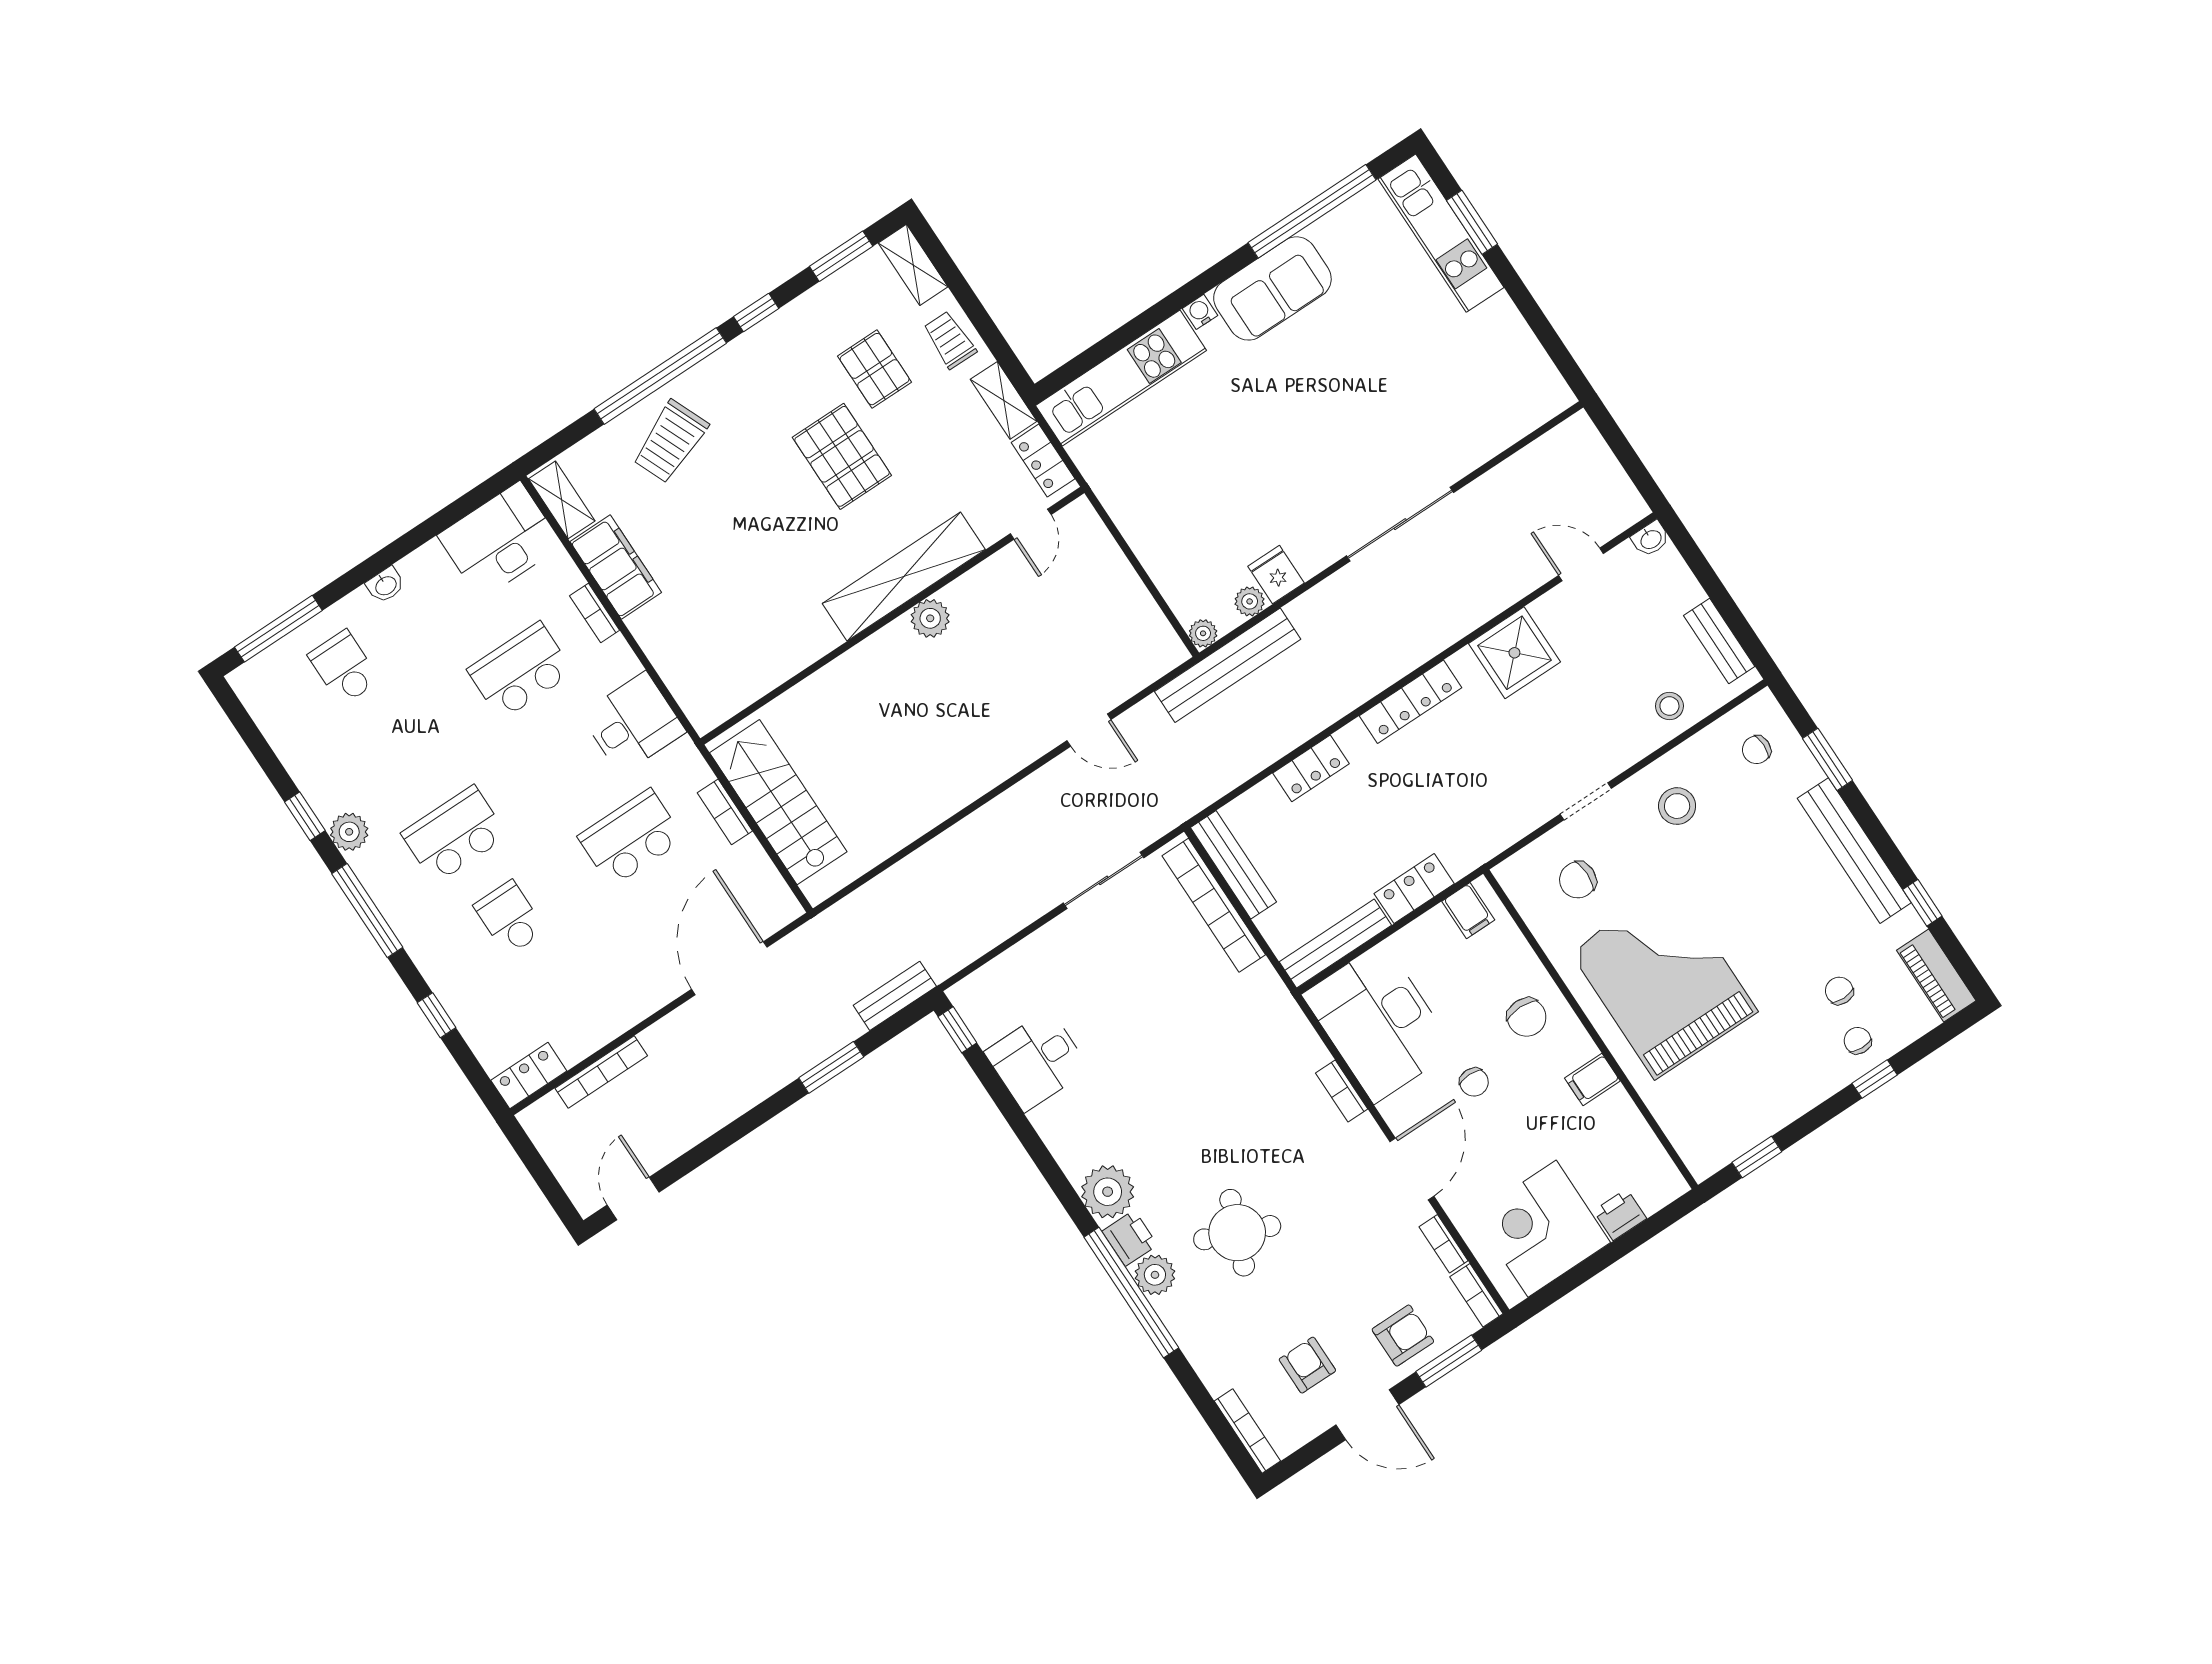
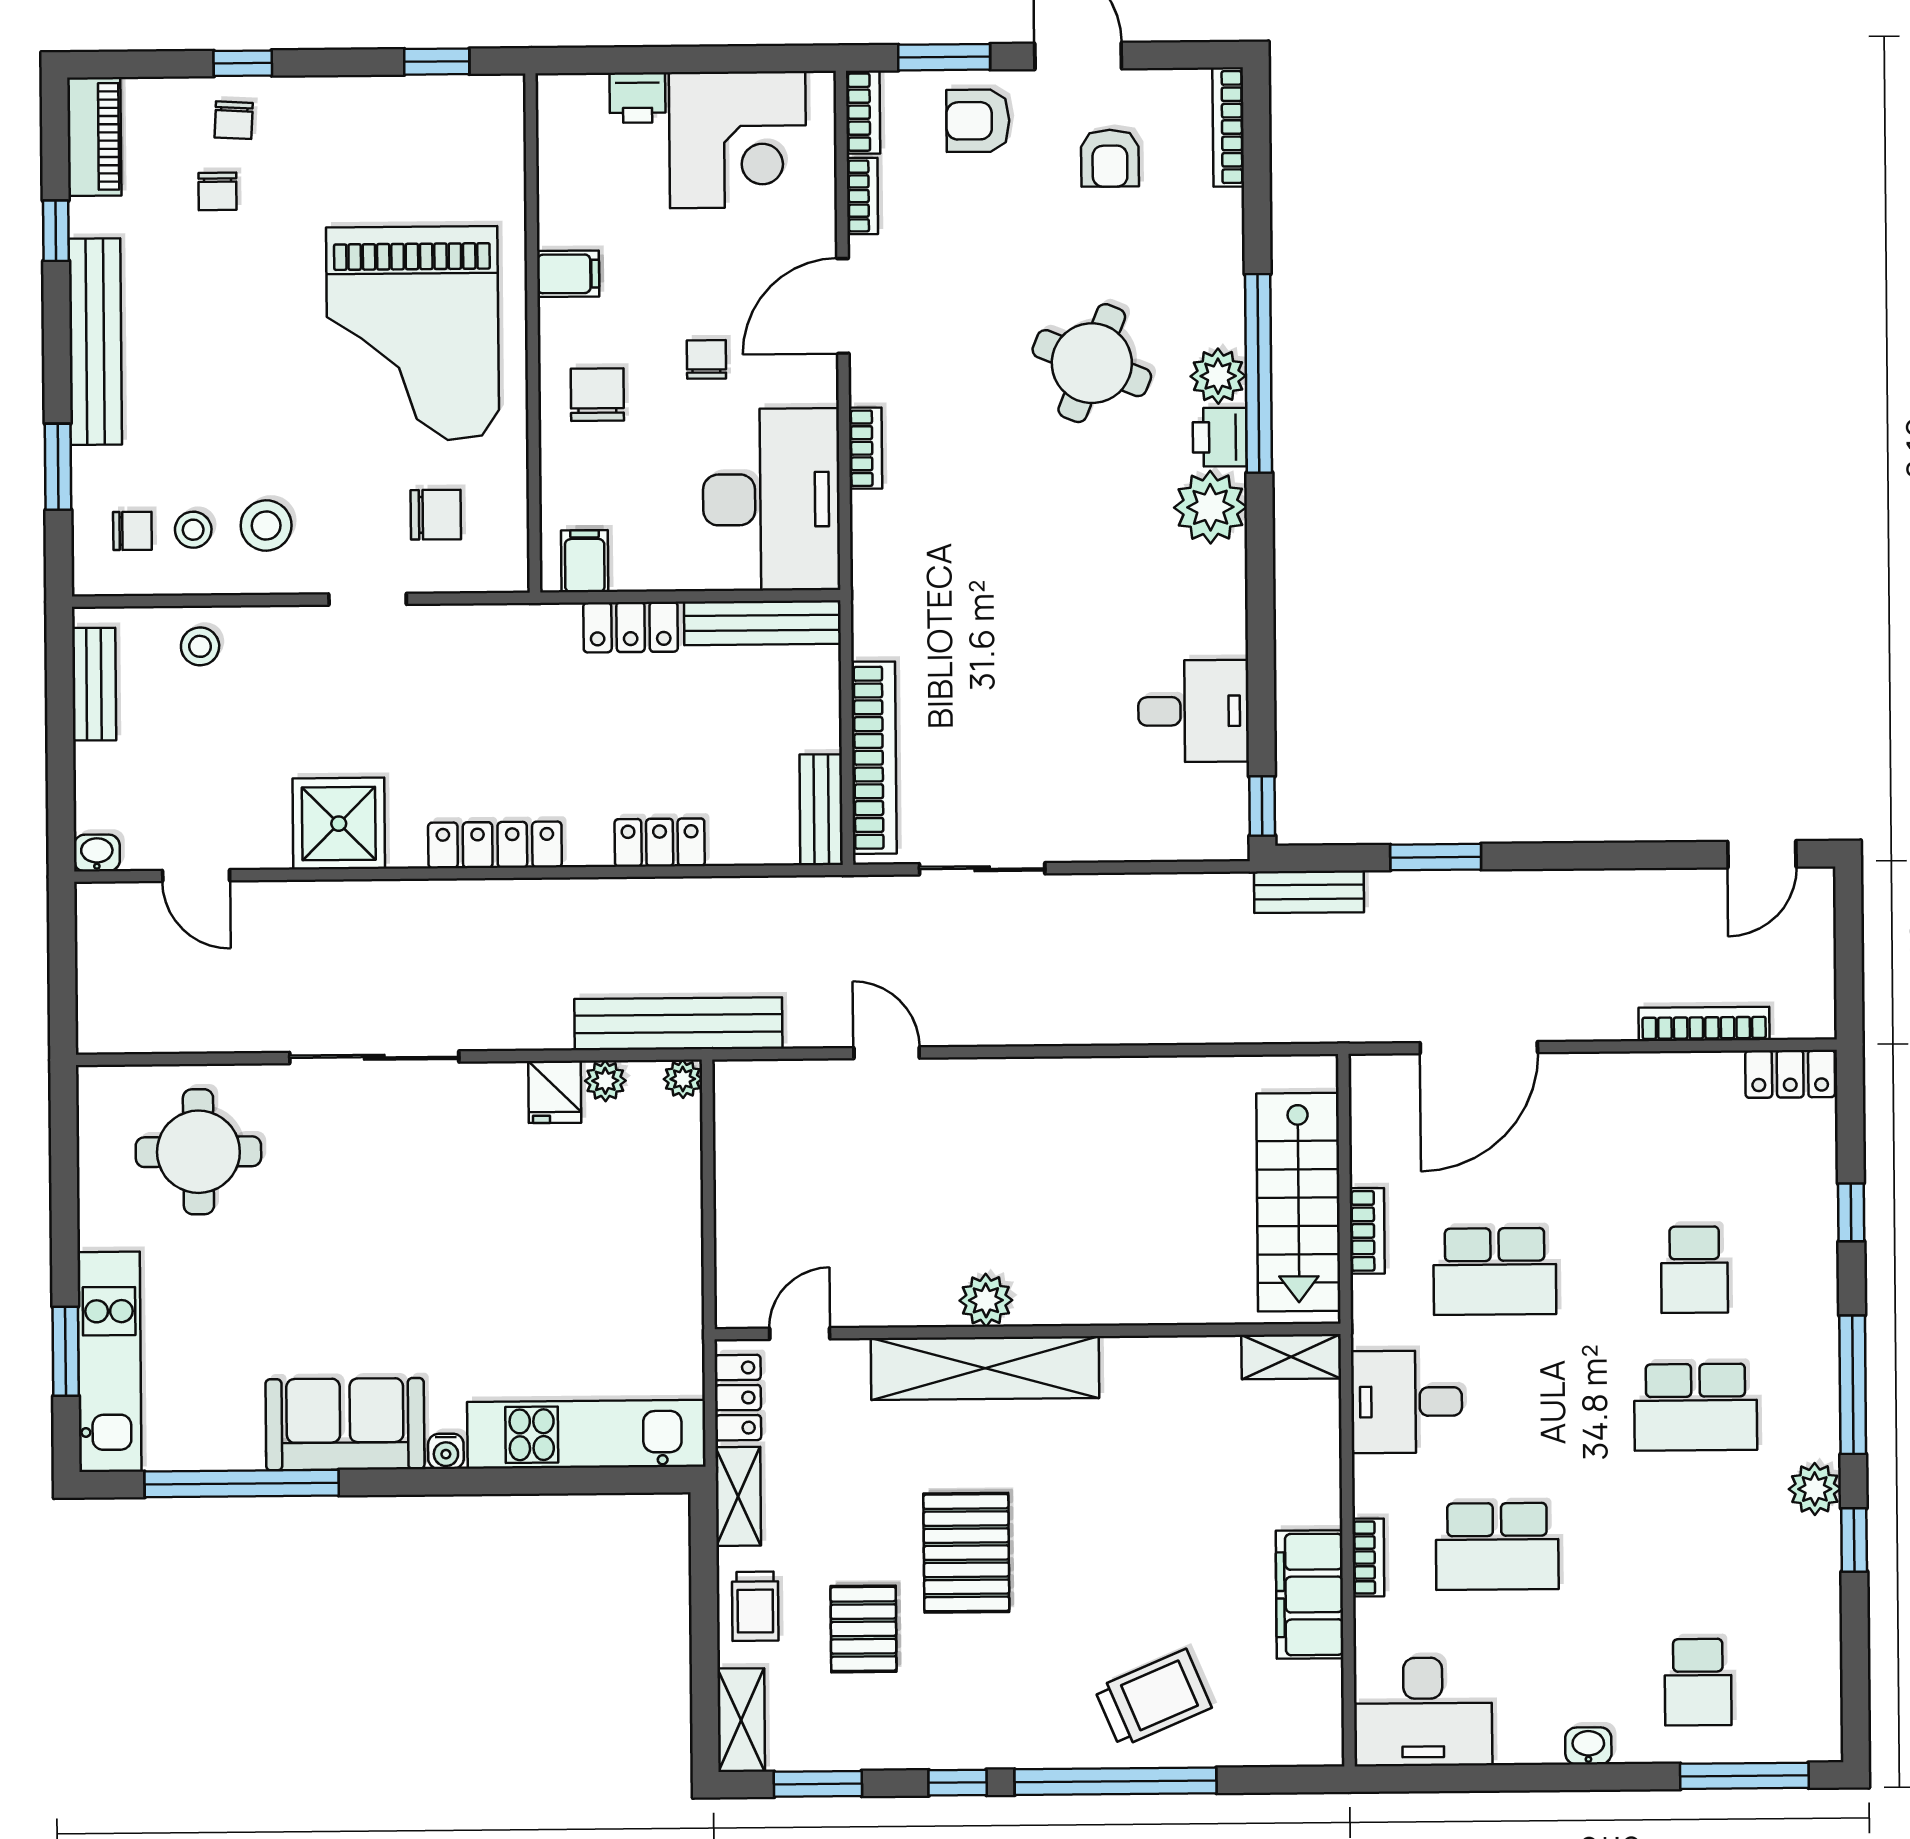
round table: (1470, 397) -> (198, 1152), added
shelving: (562, 500) -> (1291, 1357), moved, turned 90
stool: (1720, 775) -> (193, 530), added
bench: (1233, 865) -> (821, 810), width x0.73

